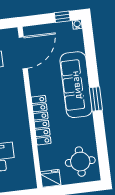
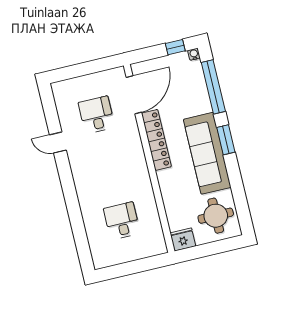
window: (90, 54) -> (213, 87), added
sofa: (76, 85) -> (207, 153), moved
locker: (41, 120) -> (156, 140), moved

